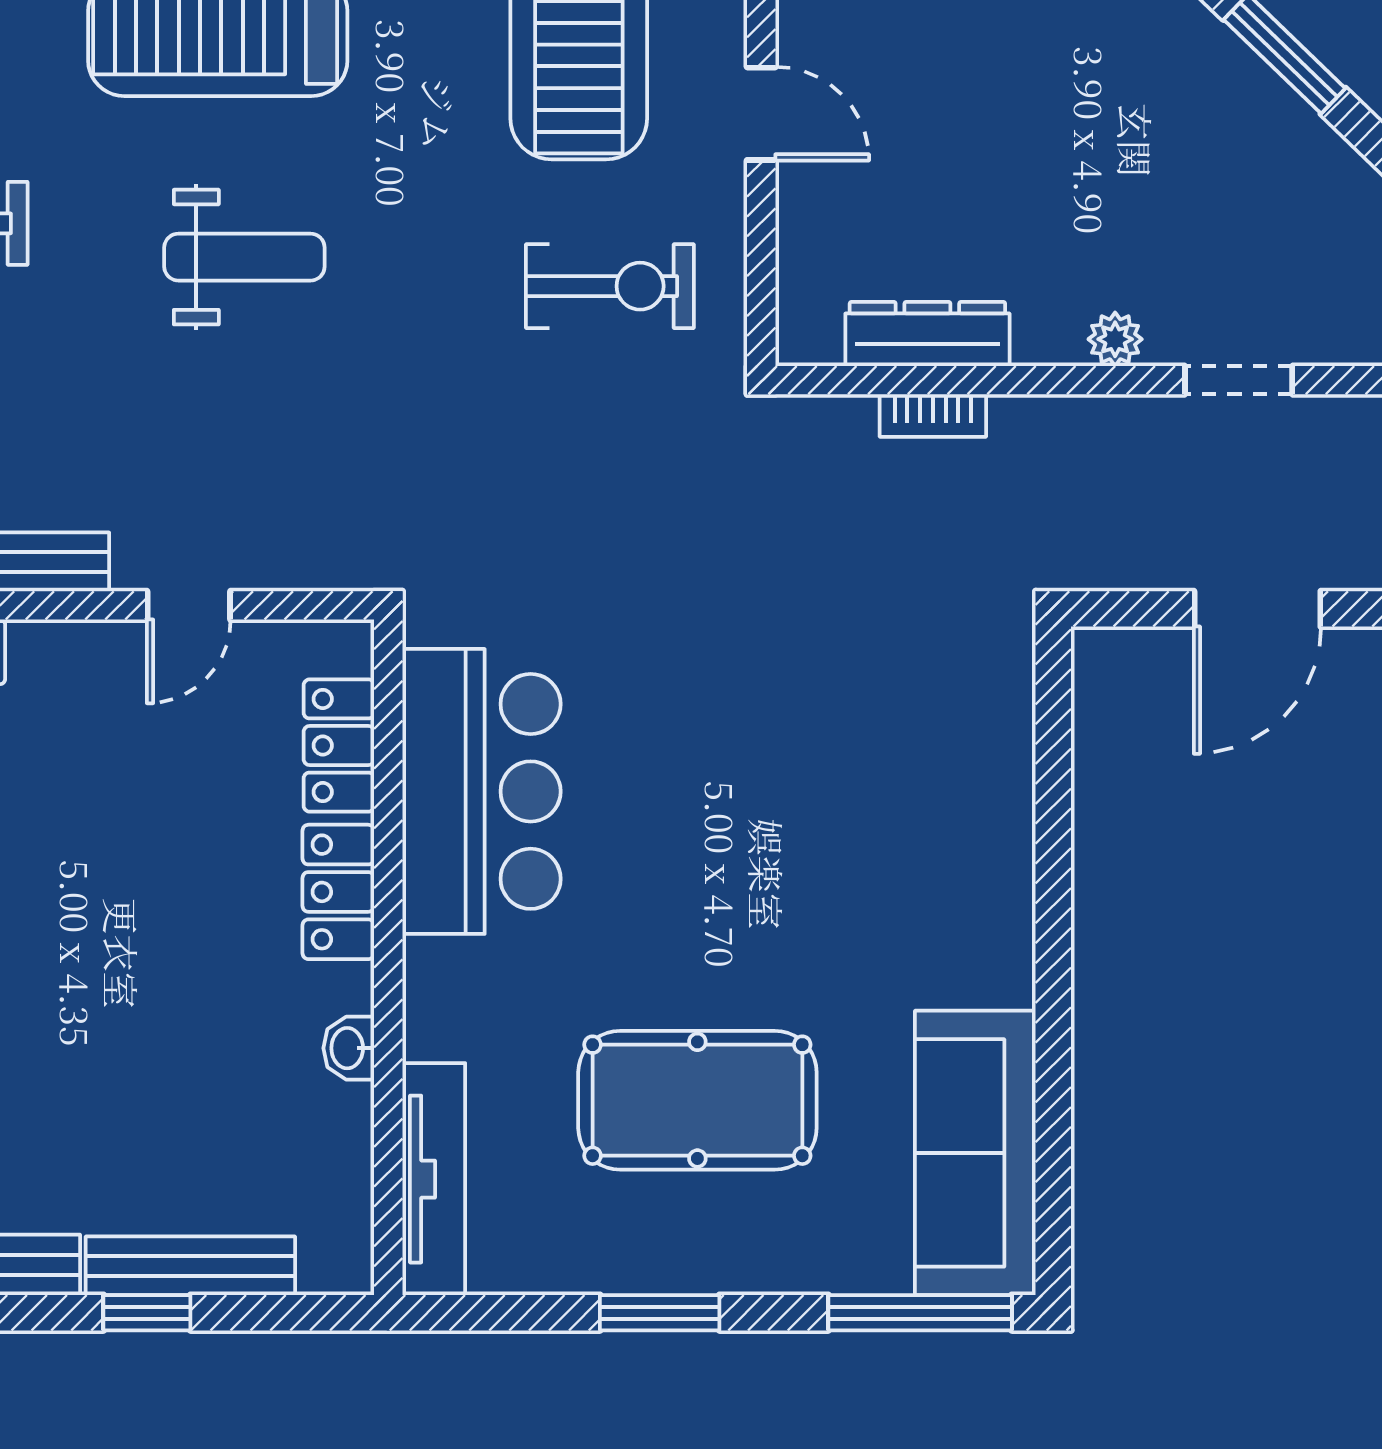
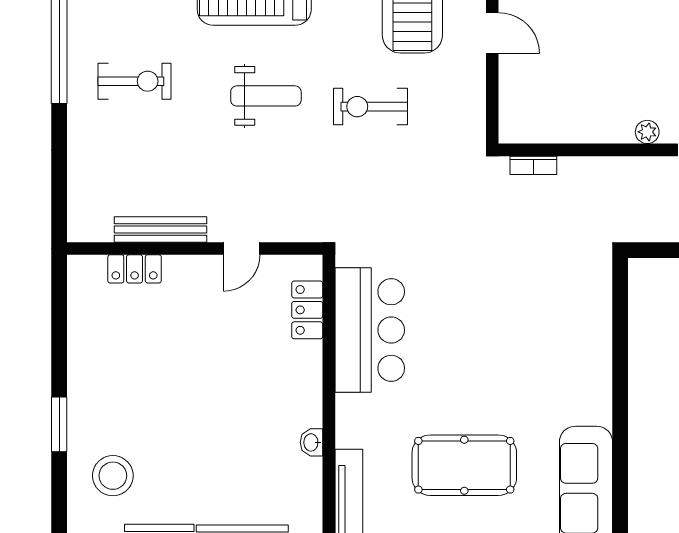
exercise bike: (610, 286) -> (370, 107), moved, turned 180
dresser: (927, 334) -> (565, 130), removed
bookcase: (933, 416) -> (533, 165), moved
locker: (338, 892) -> (307, 374), removed

